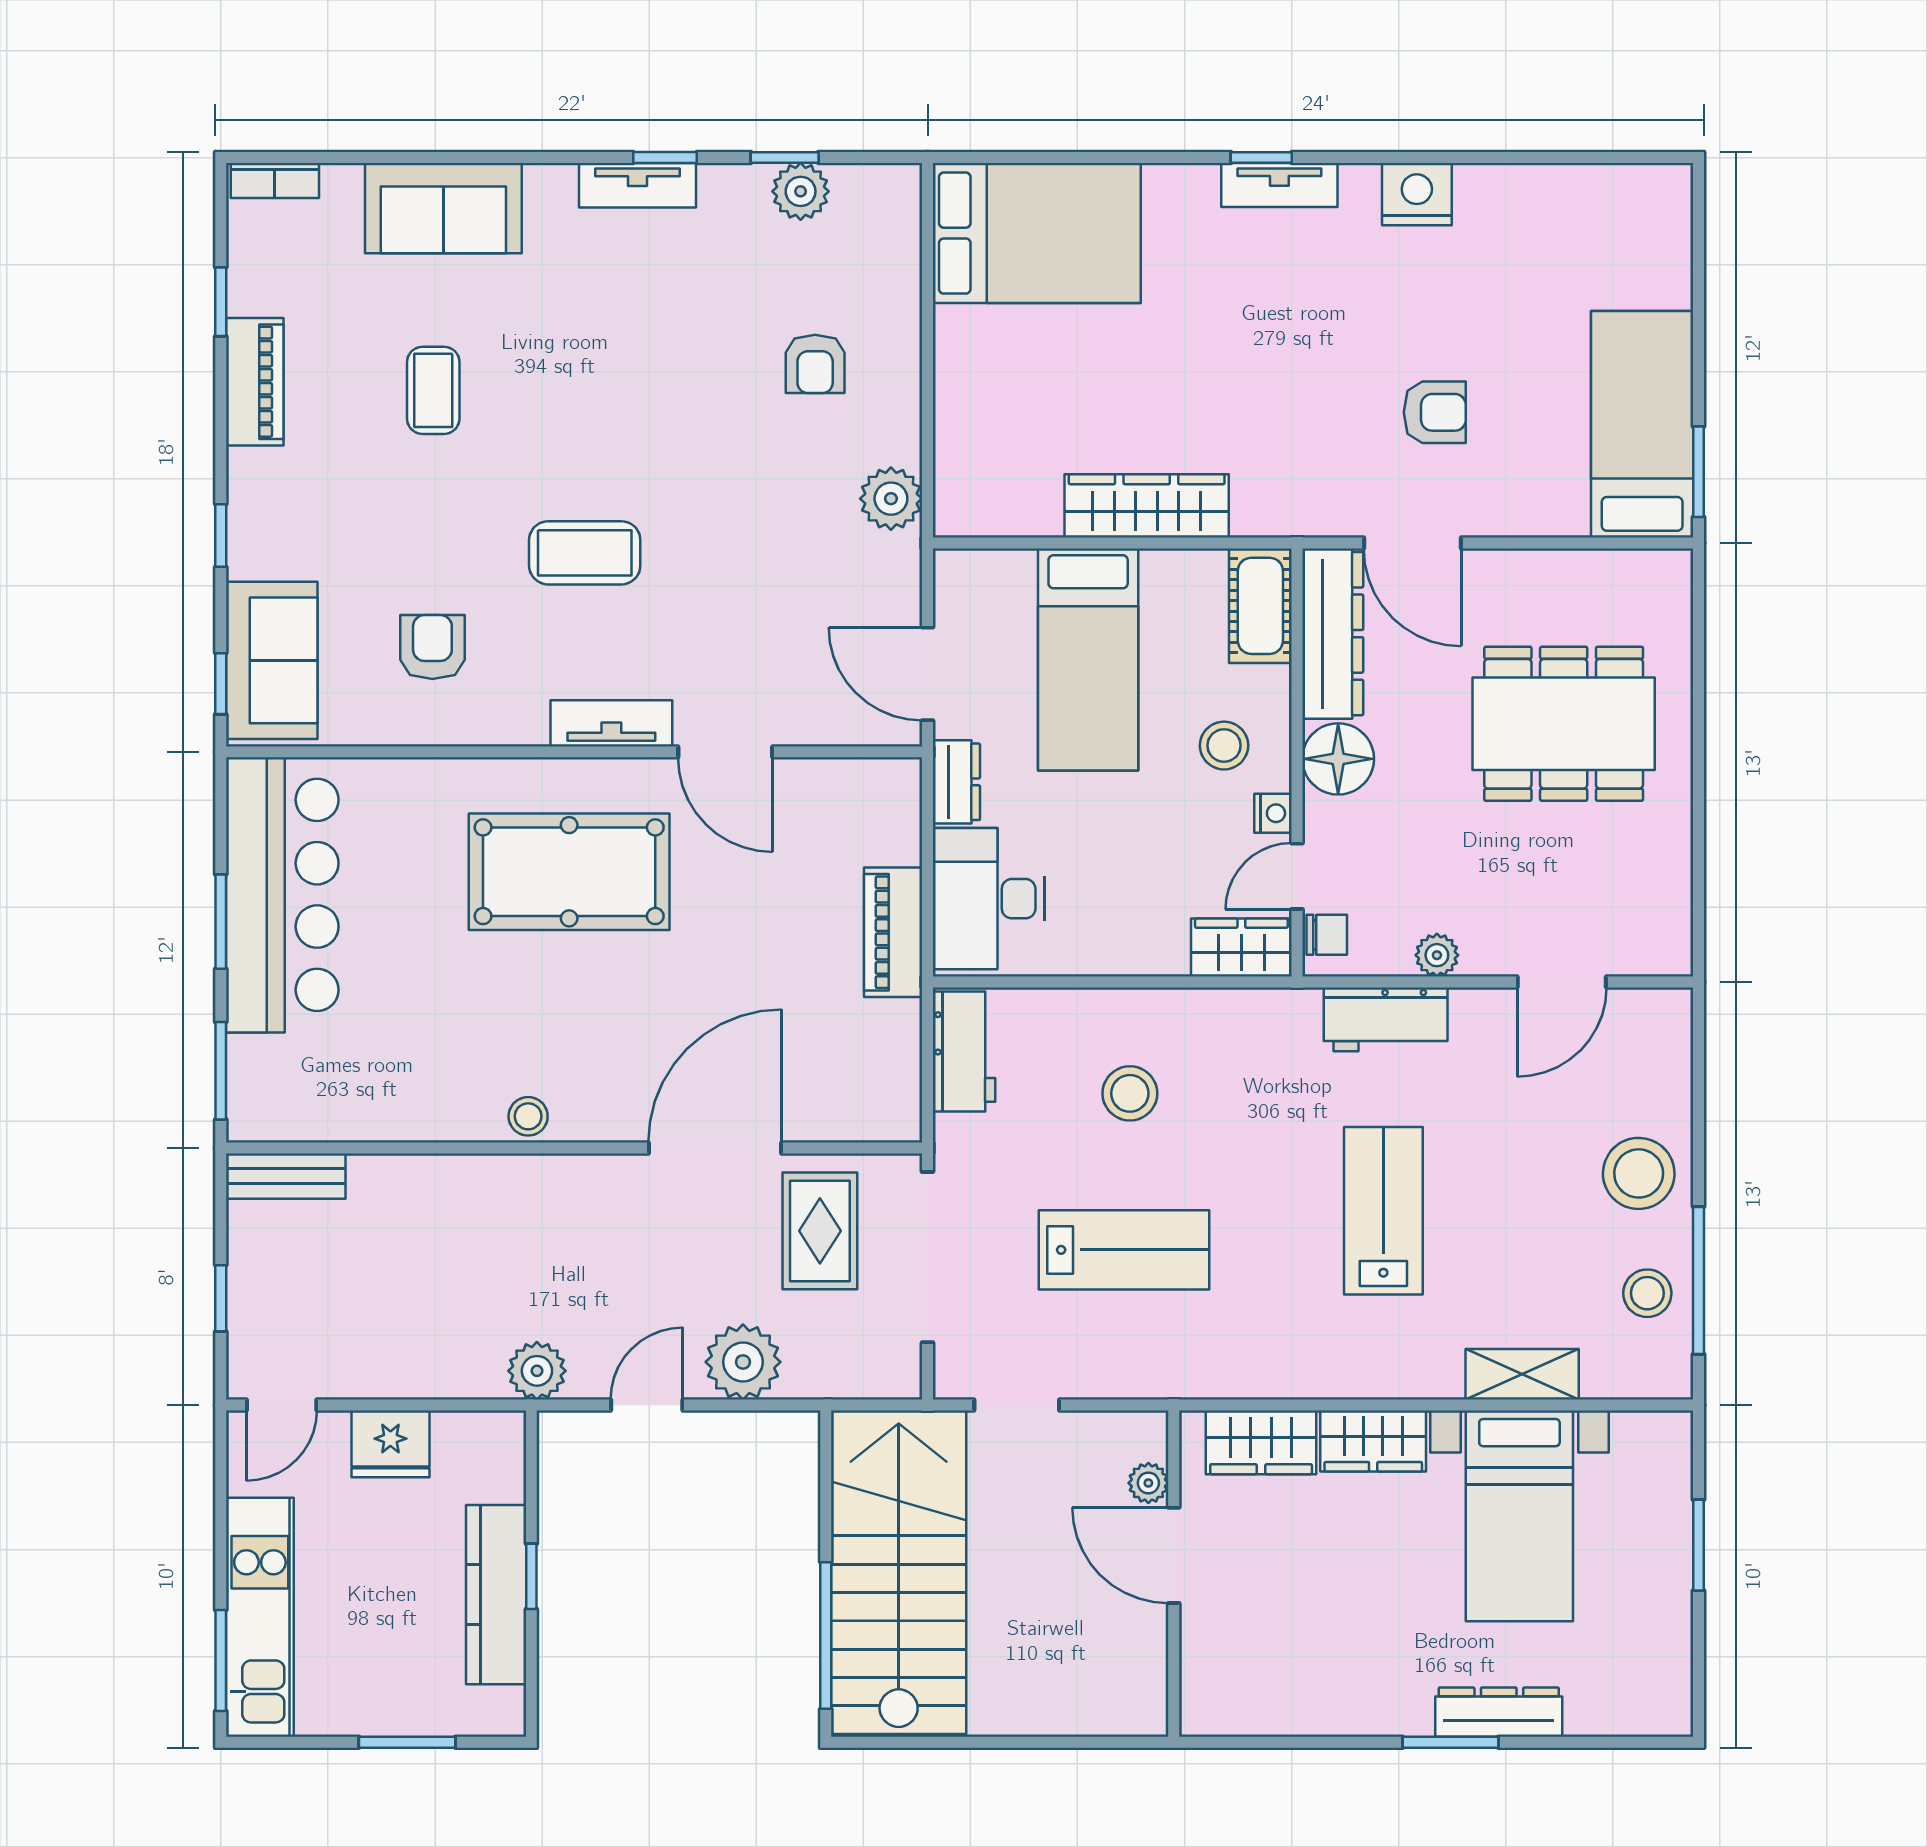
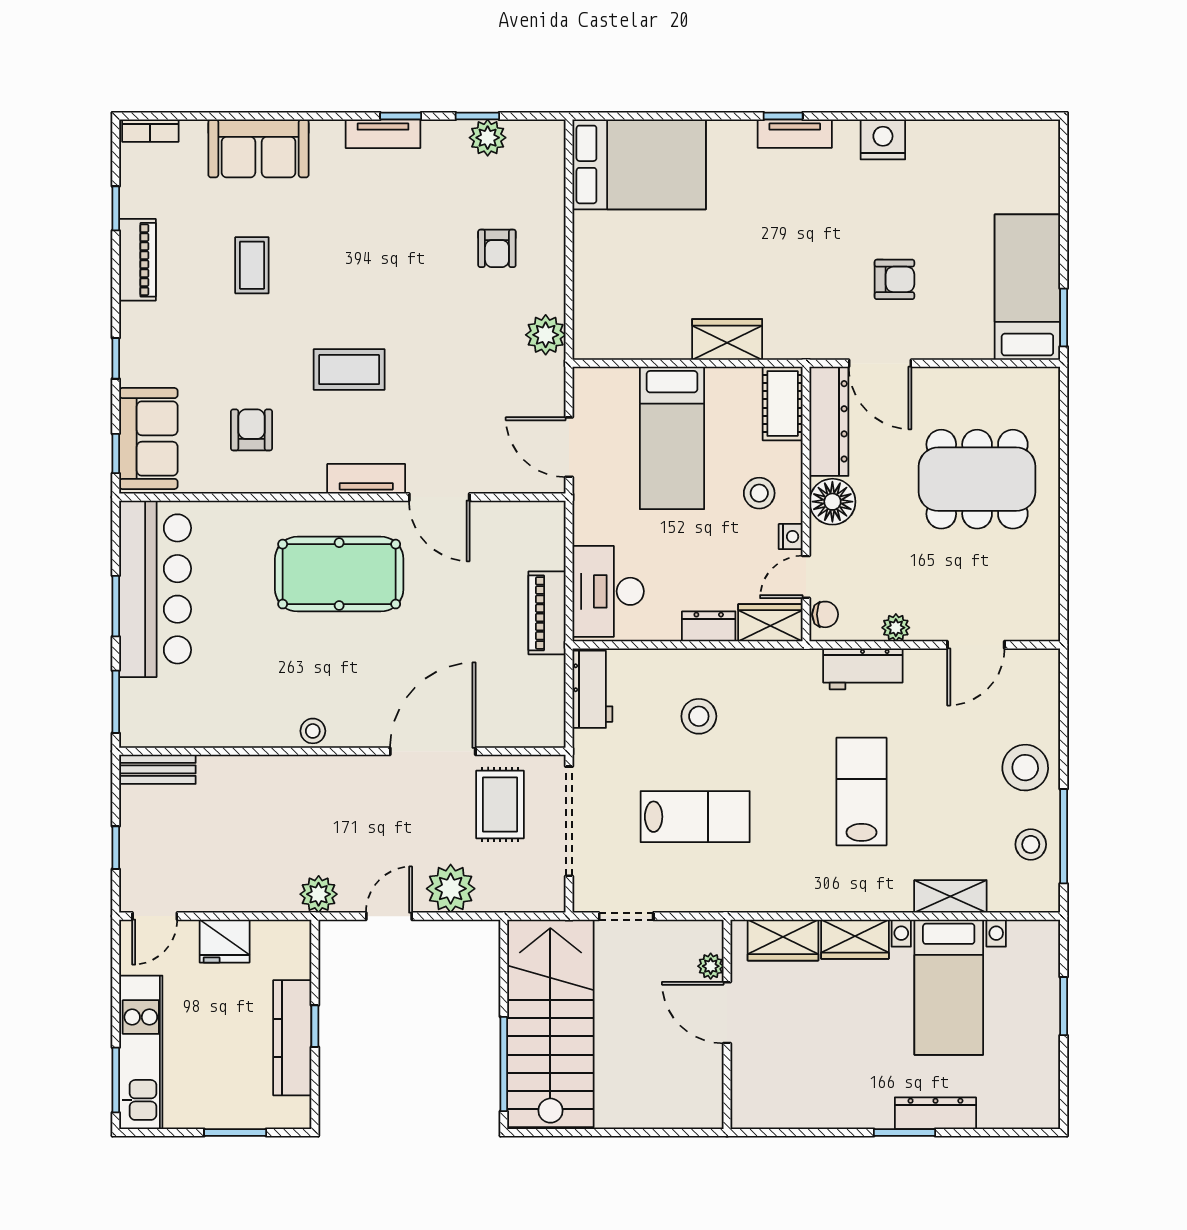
wardrobe: (1147, 506) -> (727, 339), width x0.67
dresser: (956, 782) -> (709, 626), moved, turned -90

